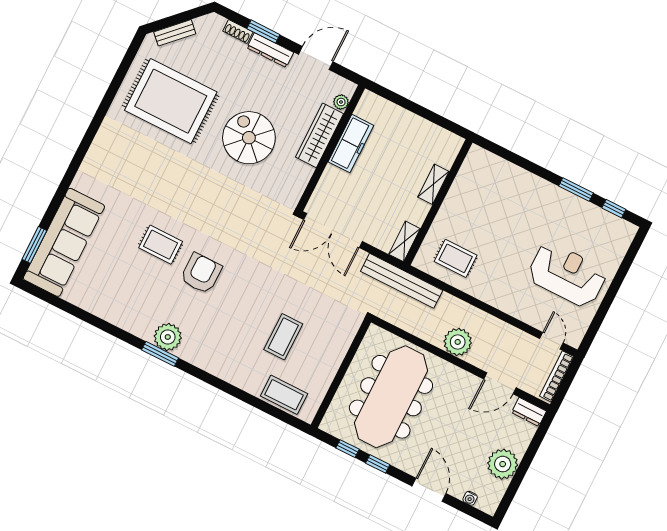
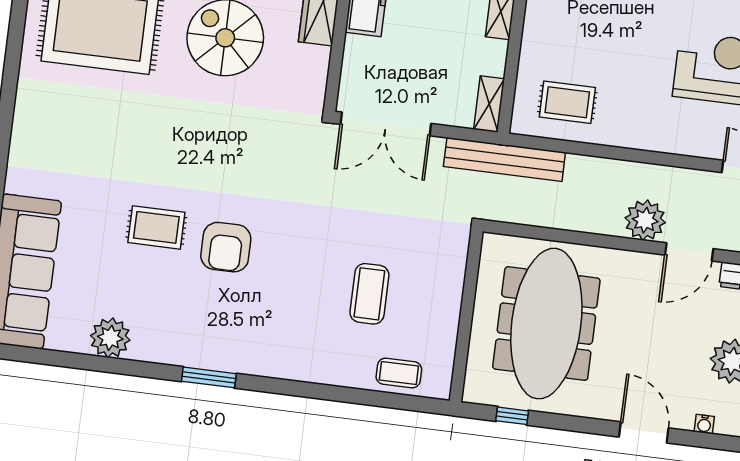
armchair: (201, 273) -> (226, 247), turned 180
plant: (168, 337) -> (110, 338), moved
plant: (458, 342) -> (645, 220), moved
coffee table: (284, 395) -> (399, 373), width x0.73, depth x0.77
window: (378, 464) -> (561, 422), removed

